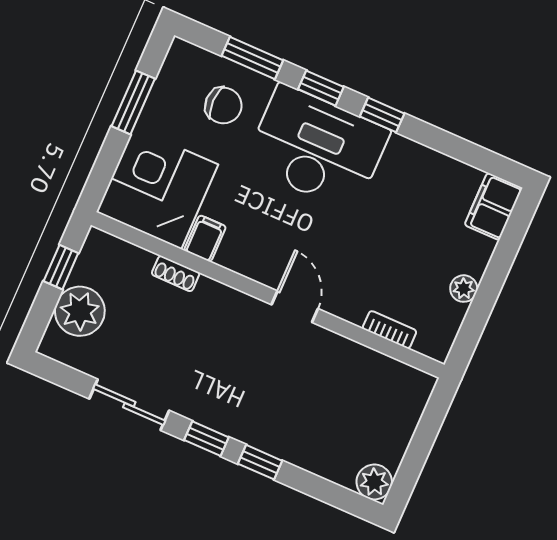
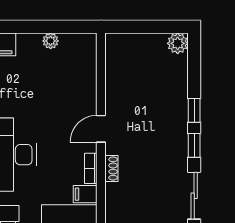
shoe rack: (176, 274) -> (111, 169), moved
bookcase: (390, 330) -> (91, 168), moved

